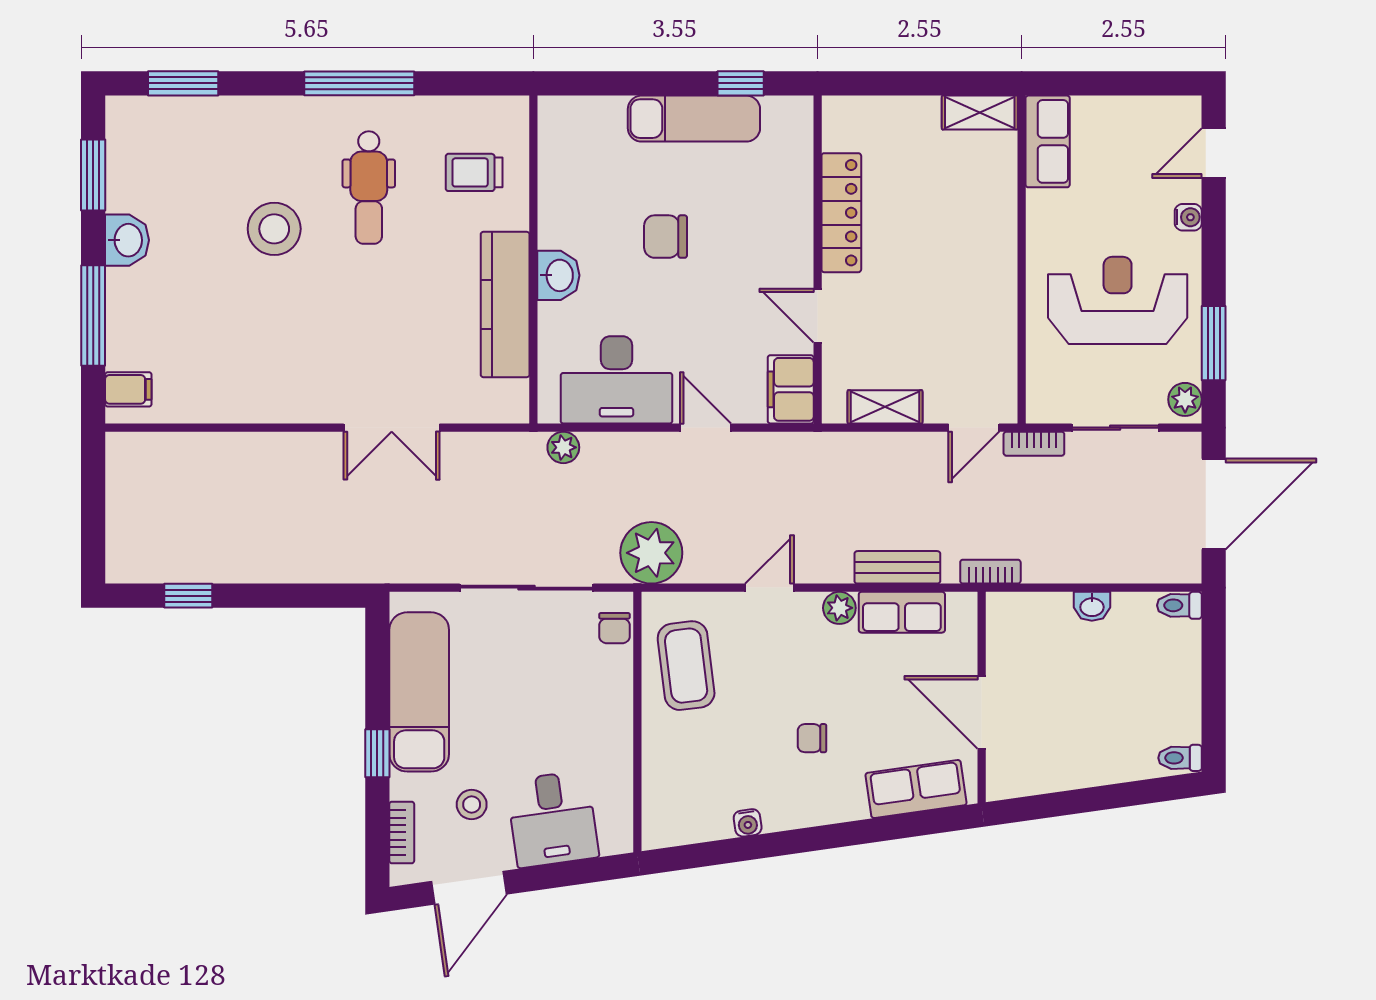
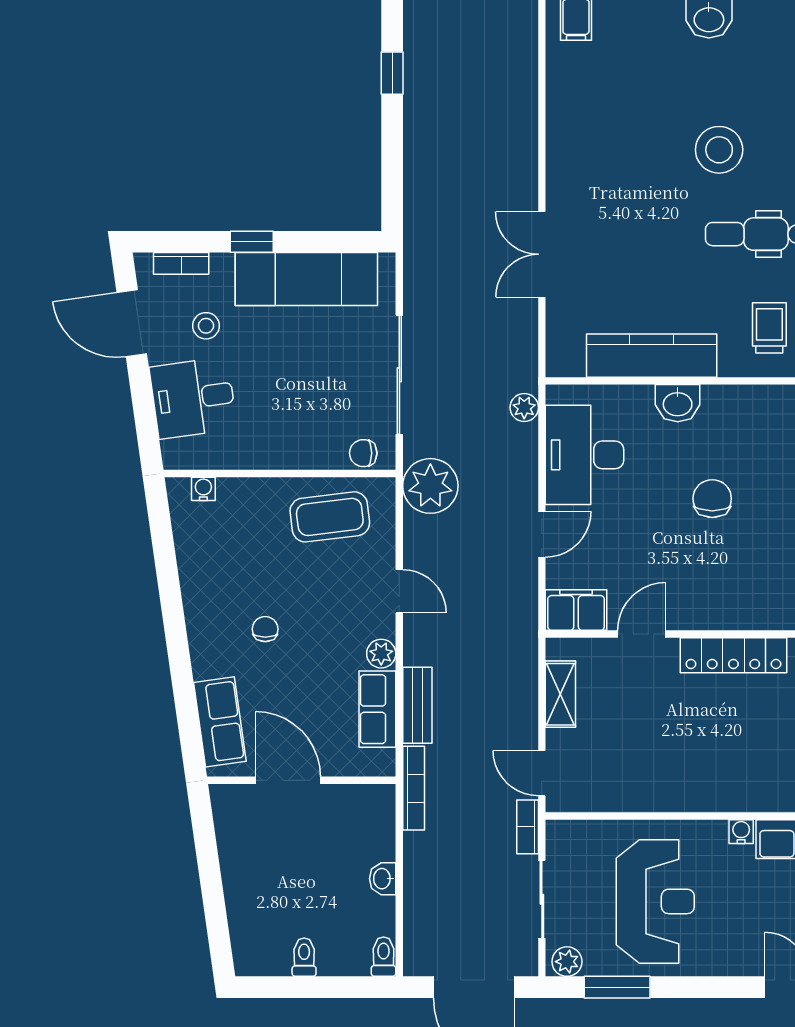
water cooler: (1188, 217) -> (741, 832), moved, turned 180
bookcase: (990, 572) -> (414, 788), width x1.56
door: (982, 712) -> (288, 780), hinge flipped
toilet: (1180, 758) -> (304, 957), moved
water cooler: (748, 823) -> (203, 489), moved, turned 98

